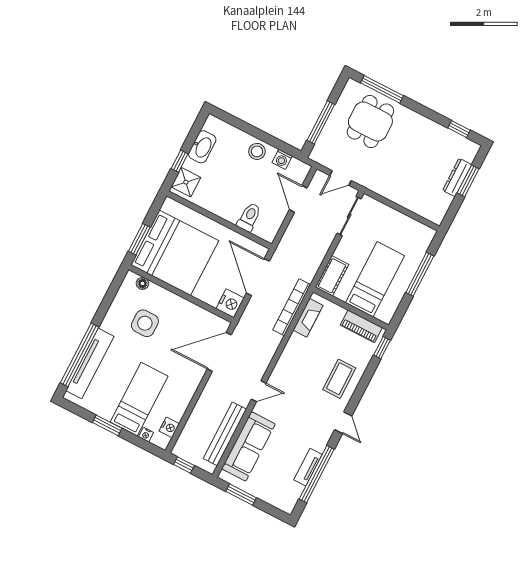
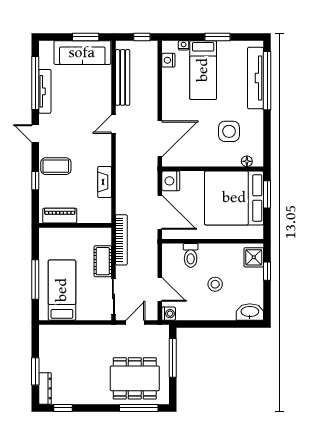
dining table: (370, 121) -> (135, 378), width x1.38
washbasin: (202, 147) -> (250, 312), moved, turned 90
stool: (257, 151) -> (215, 284), moved
washing machine: (282, 159) -> (169, 314), moved, turned 90
dresser: (457, 177) -> (45, 388), moved
cot: (332, 276) -> (103, 261), moved
bed: (375, 279) -> (62, 290), moved, turned 180
bookcase: (292, 307) -> (121, 240), moved
fireplace: (308, 318) -> (105, 182), moved
window: (382, 348) -> (35, 181), moved
coffee table: (339, 379) -> (56, 166), turned 90
sofa: (248, 446) -> (82, 53), moved, turned -90
tv unit: (308, 467) -> (45, 91), width x1.41

